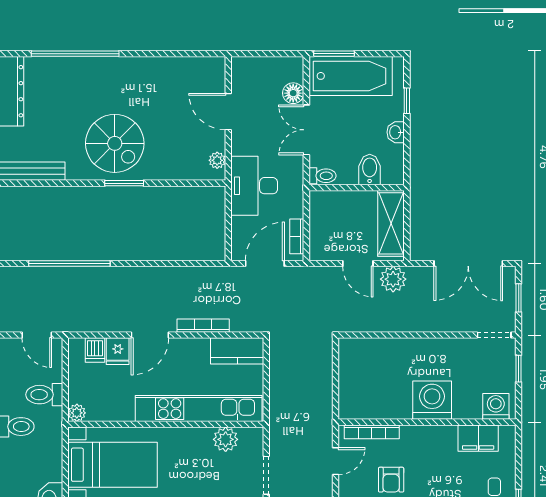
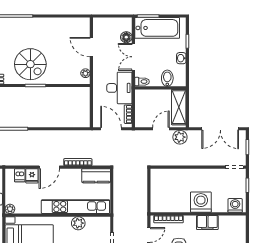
desk: (254, 186) -> (119, 88), moved, turned 180
door: (265, 264) -> (111, 129), hinge flipped
door: (358, 264) -> (161, 129), swing flipped
filing cabinet: (478, 438) -> (207, 223), moved
plant: (226, 439) -> (78, 223), moved

